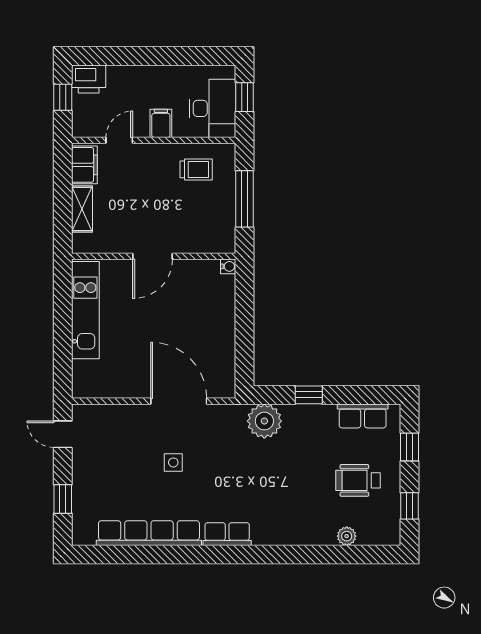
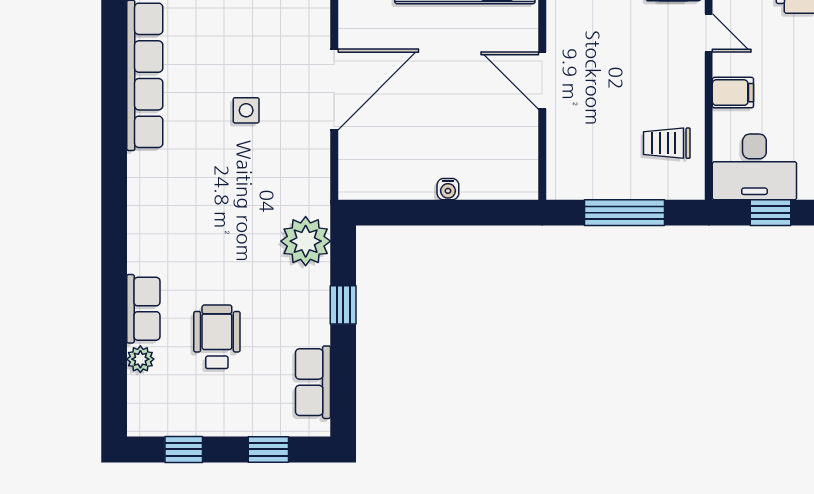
trolley: (196, 169) -> (667, 143), turned 90
water cooler: (228, 266) -> (448, 189), moved
door: (179, 401) -> (334, 89), moved
wheelchair: (358, 480) -> (217, 337), moved
row of seats: (227, 534) -> (143, 309), moved

